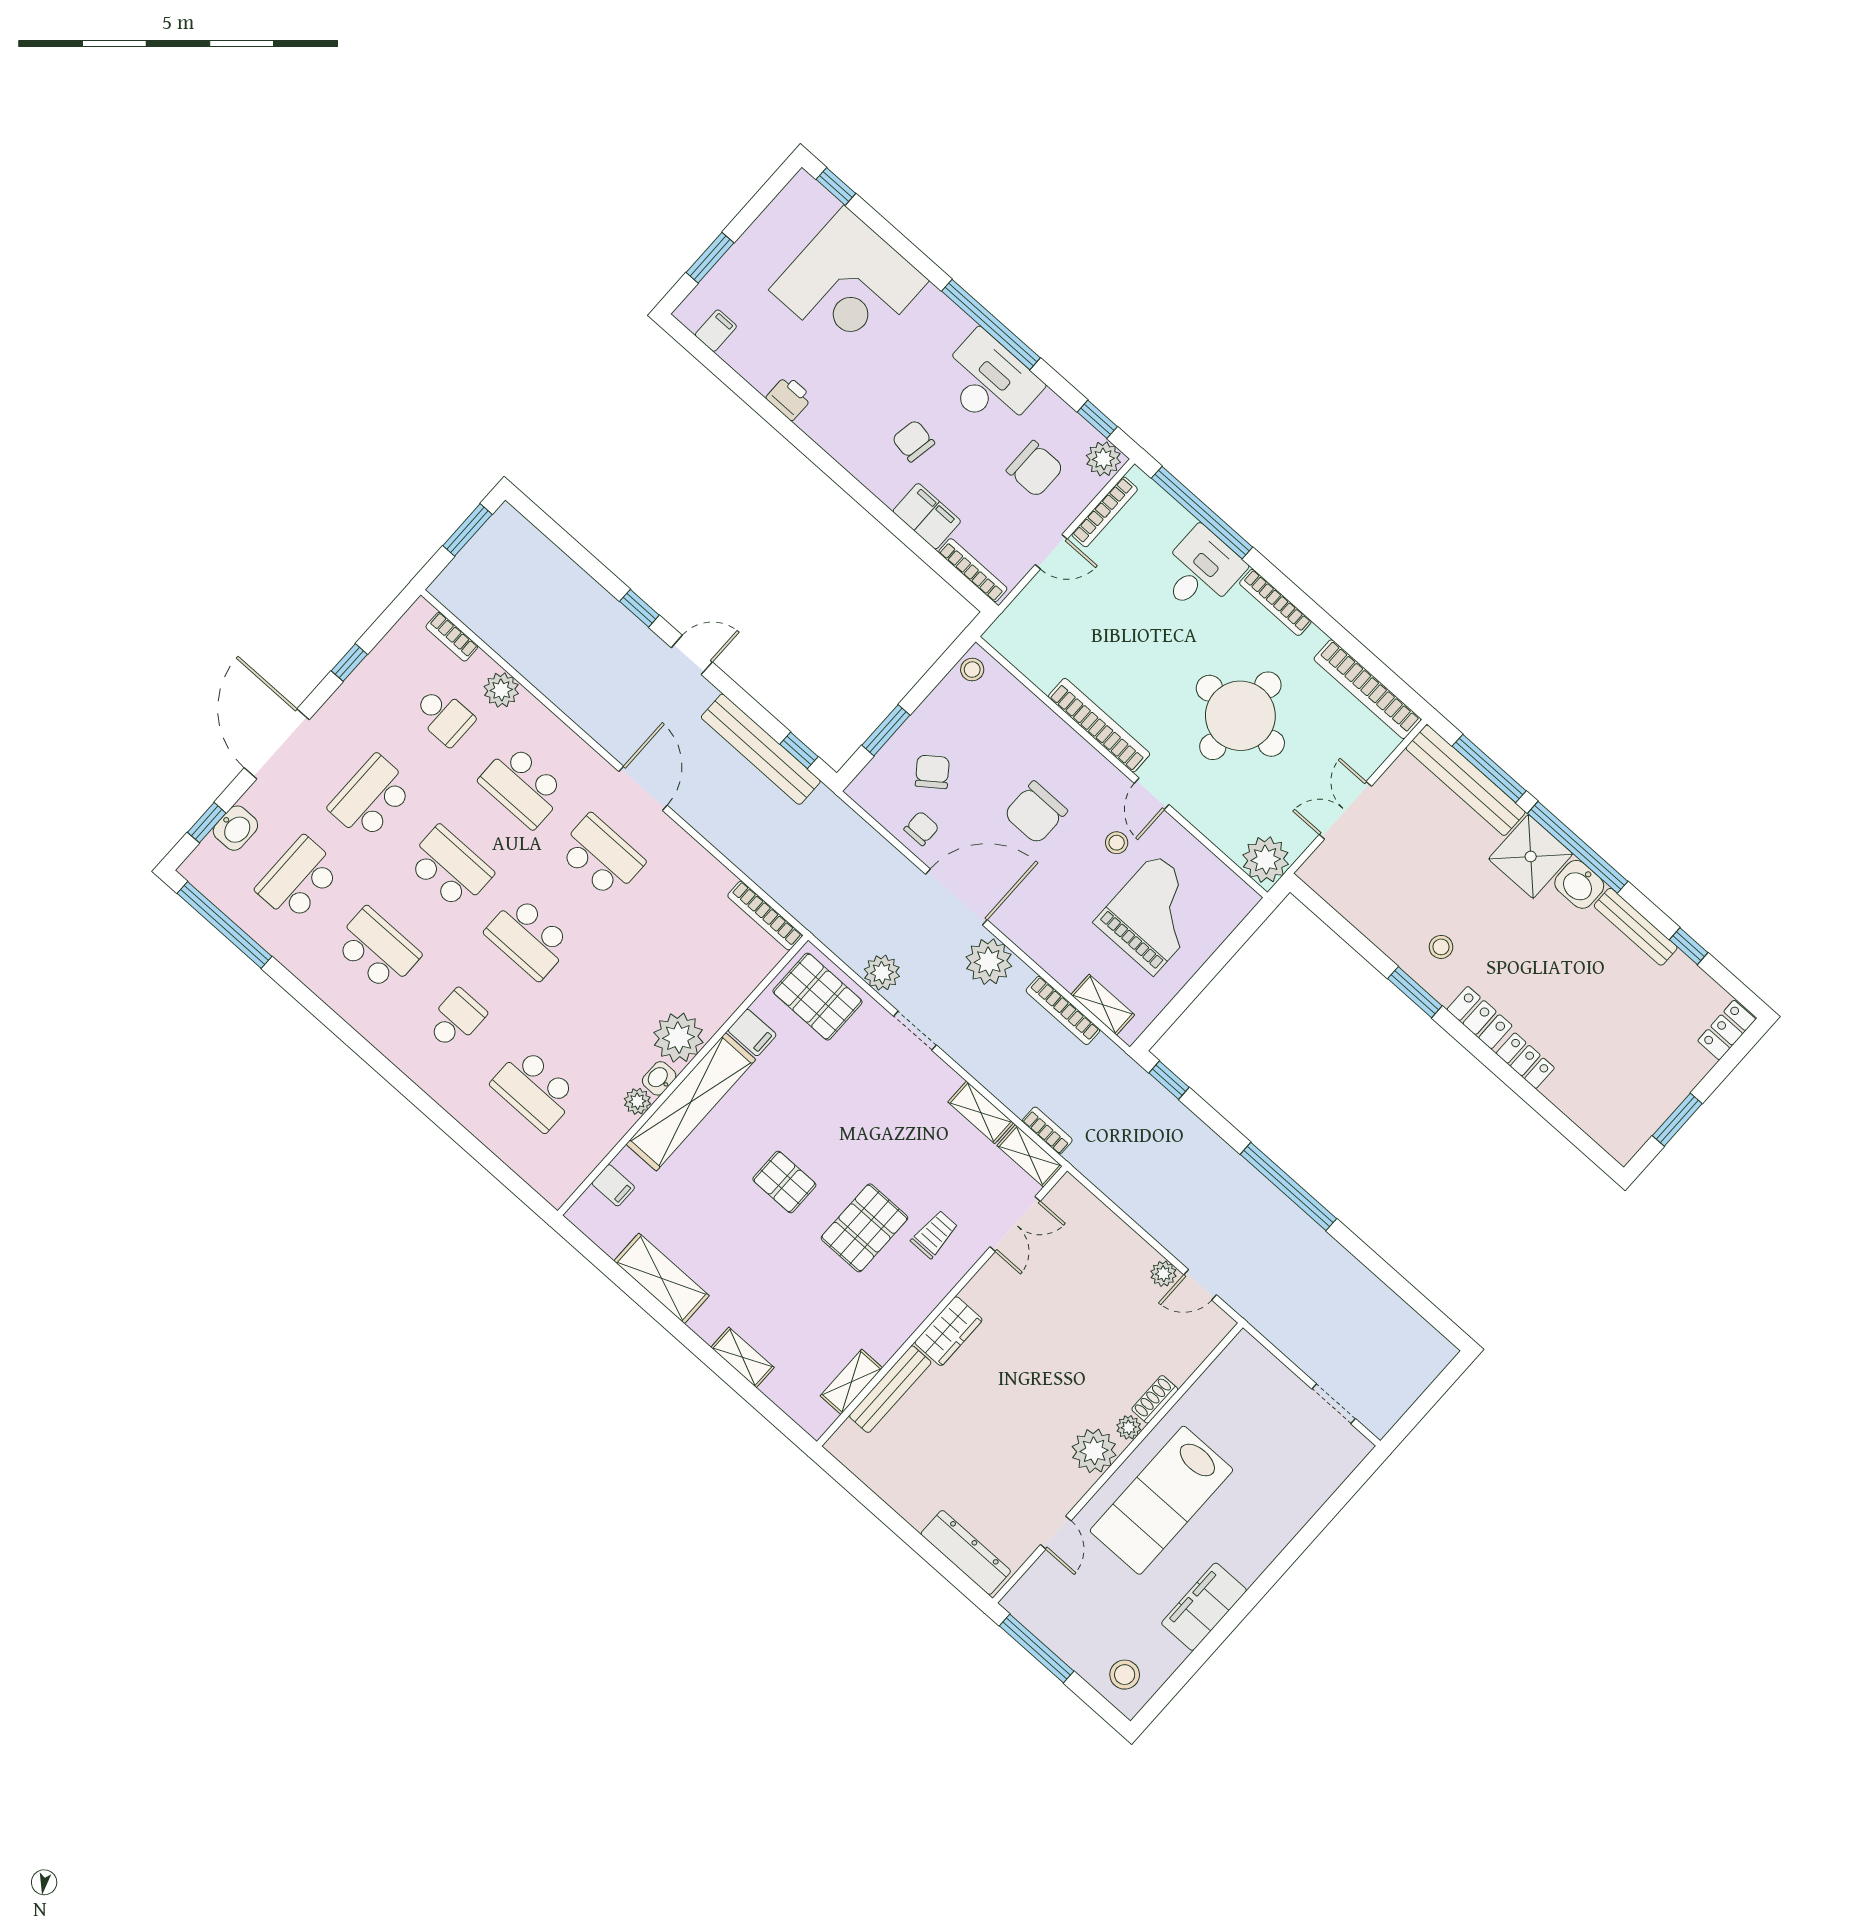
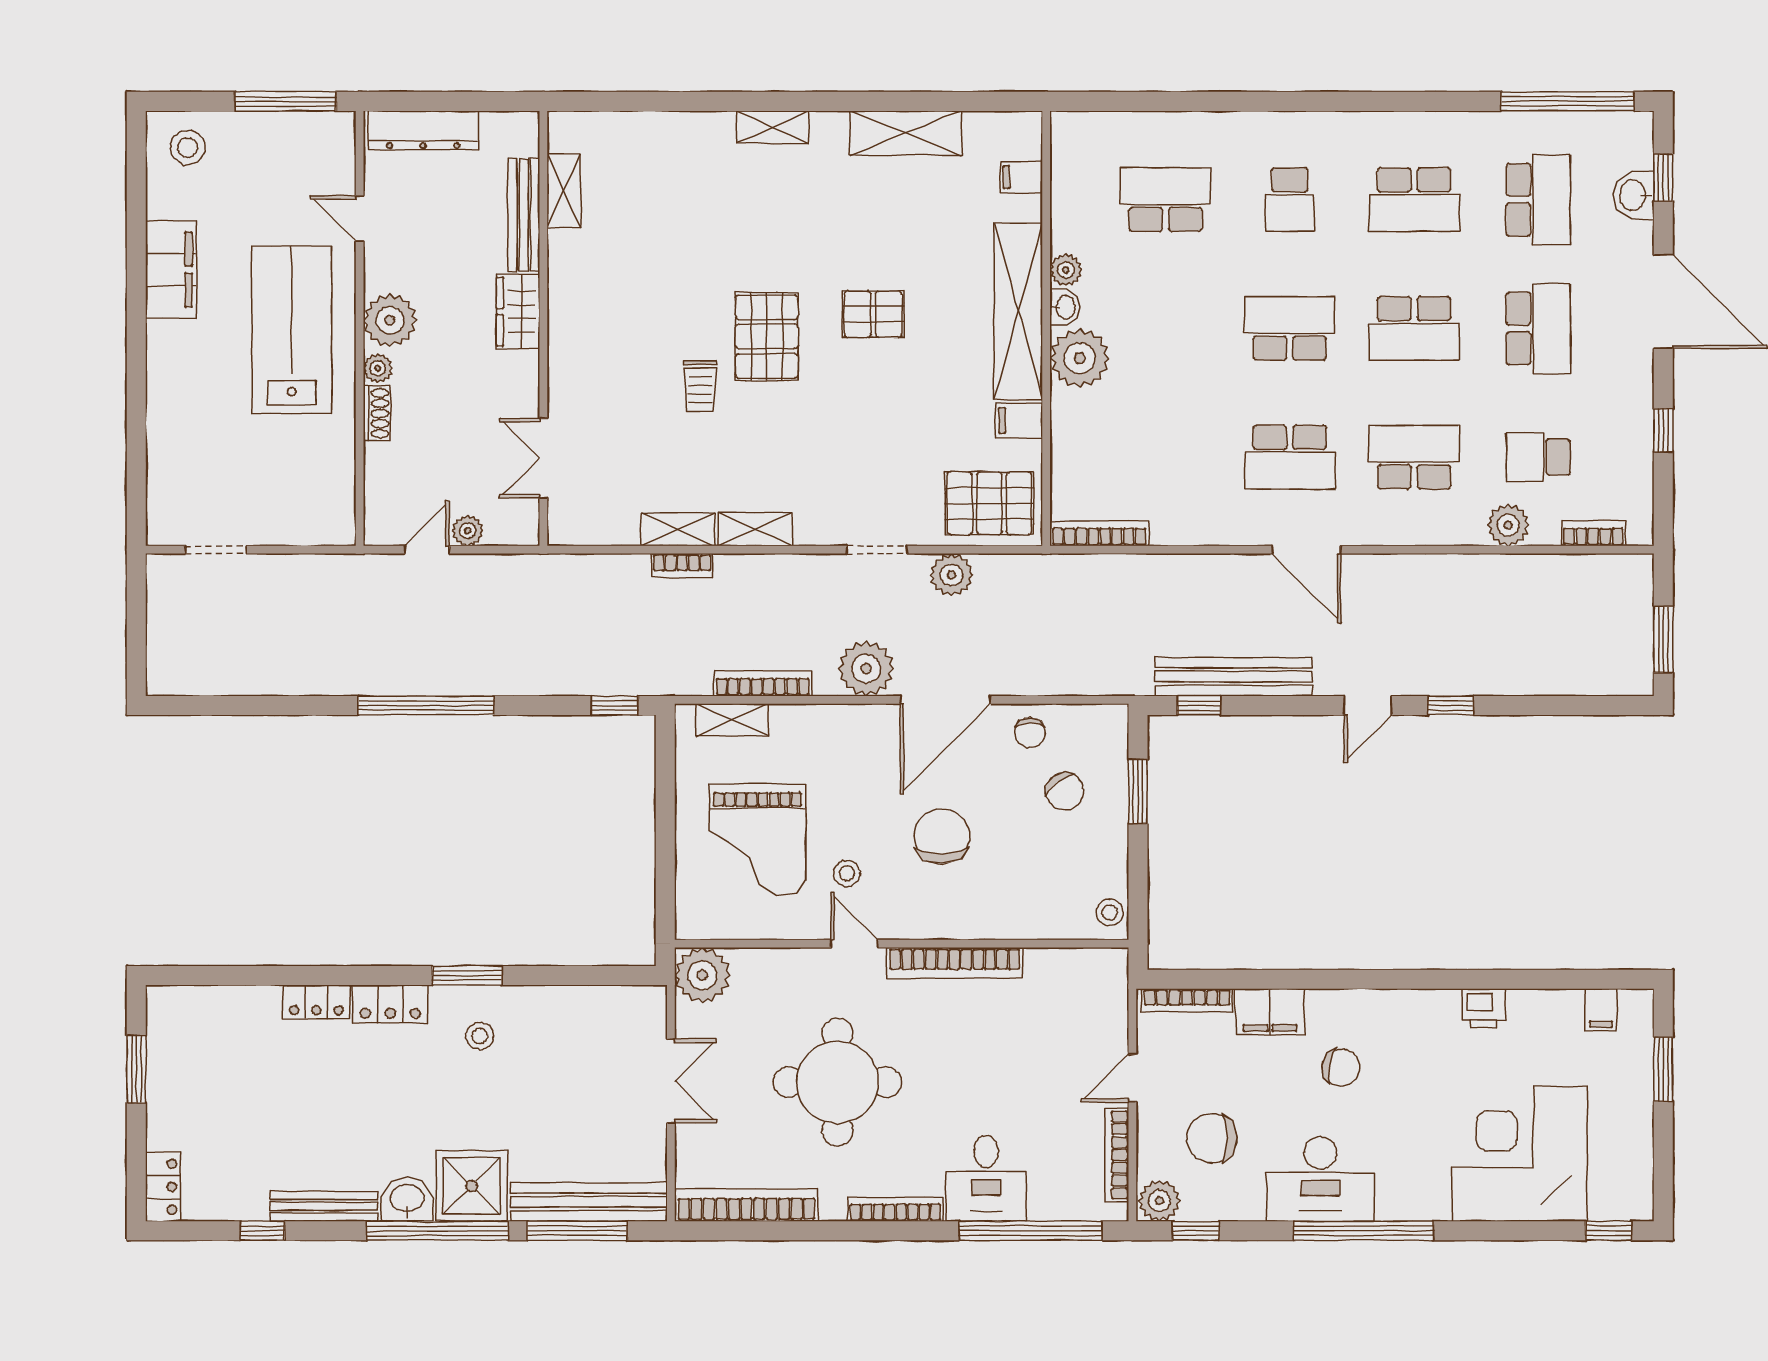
double door: (1015, 1224) -> (543, 458), moved
wall: (942, 1306) -> (543, 328), moved
wardrobe: (948, 1331) -> (518, 312), moved
shelving: (851, 1382) -> (564, 191), moved
bench: (890, 1389) -> (524, 215), moved

